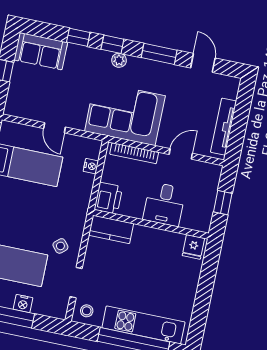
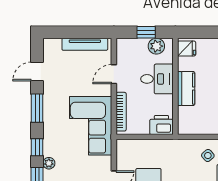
plant: (119, 60) -> (49, 163), moved
door: (181, 154) -> (114, 74), hinge flipped
nightstand: (91, 166) -> (139, 144), removed
plant: (204, 212) -> (156, 46), added
kitchen counter: (111, 229) -> (186, 89), moved

